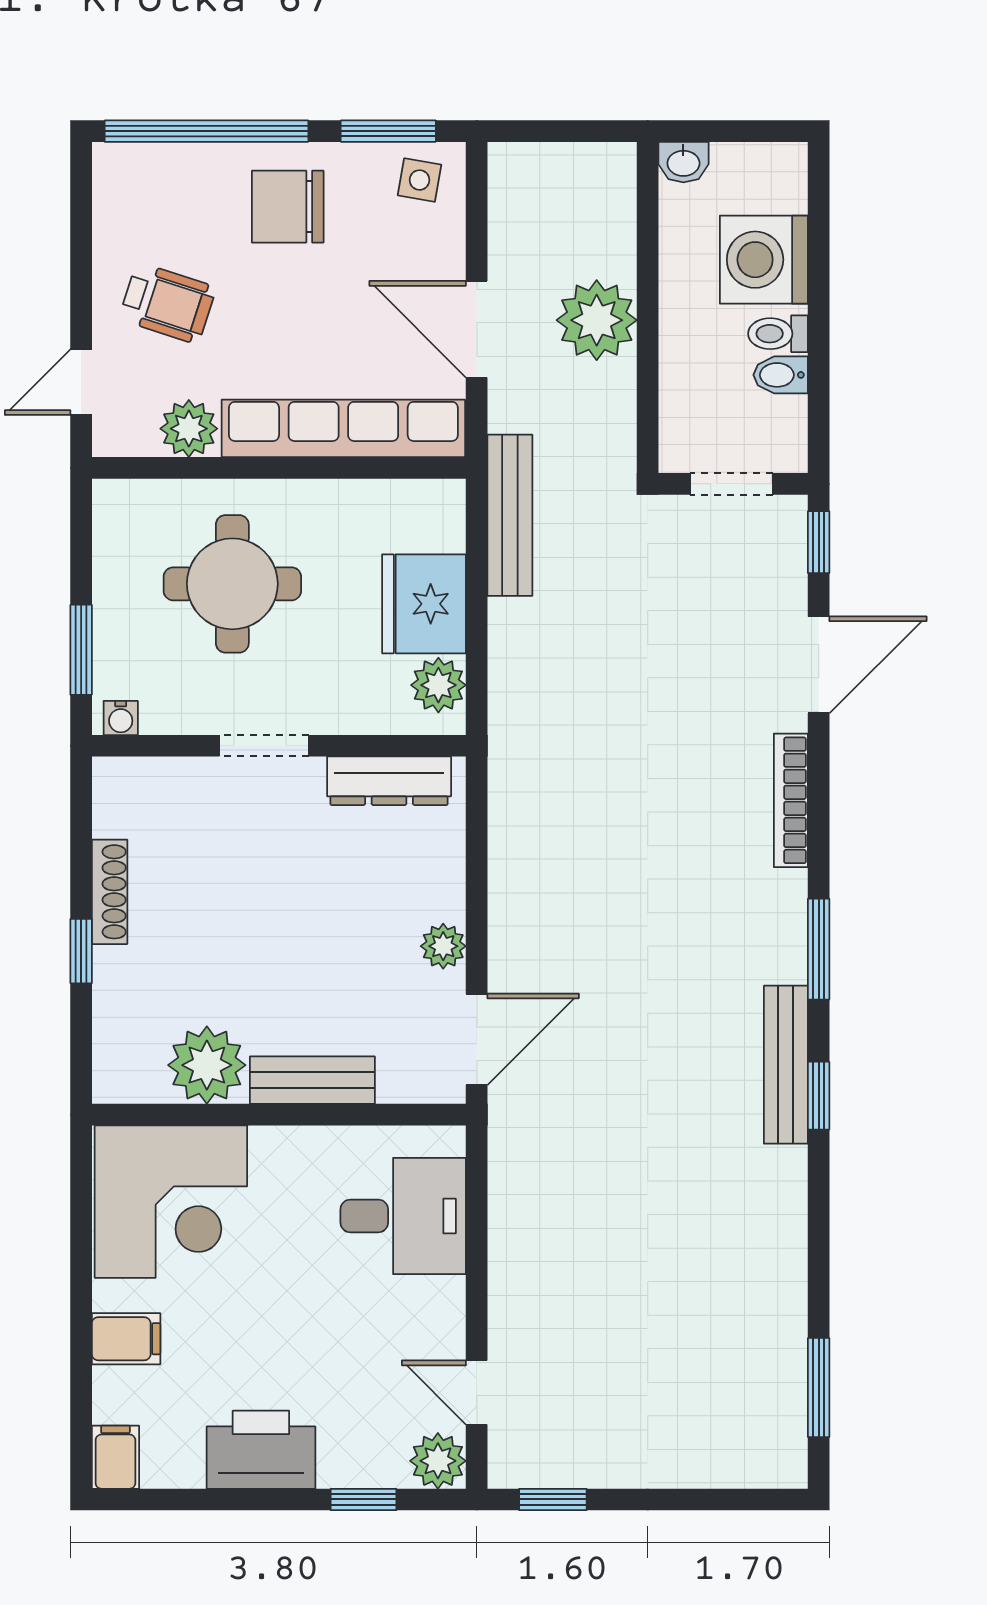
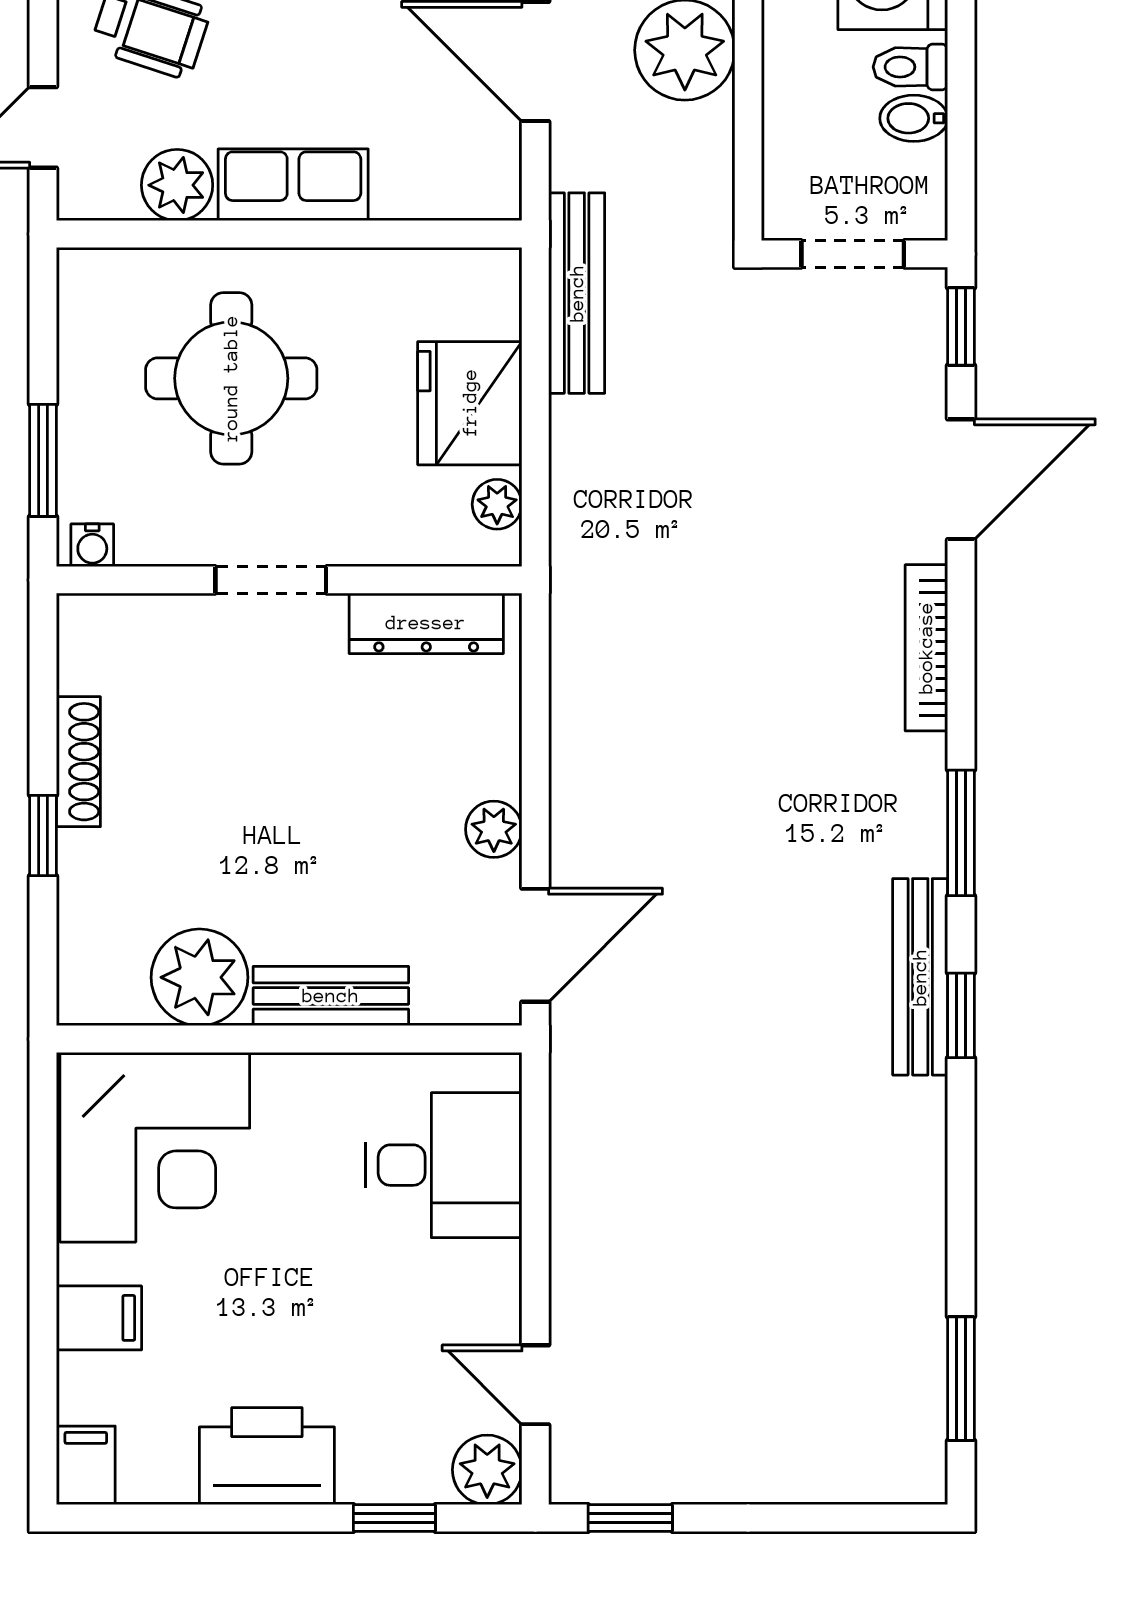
row of seats: (343, 428) -> (293, 185), width x0.50
plant: (438, 685) -> (497, 504), width x0.73, depth x0.73

